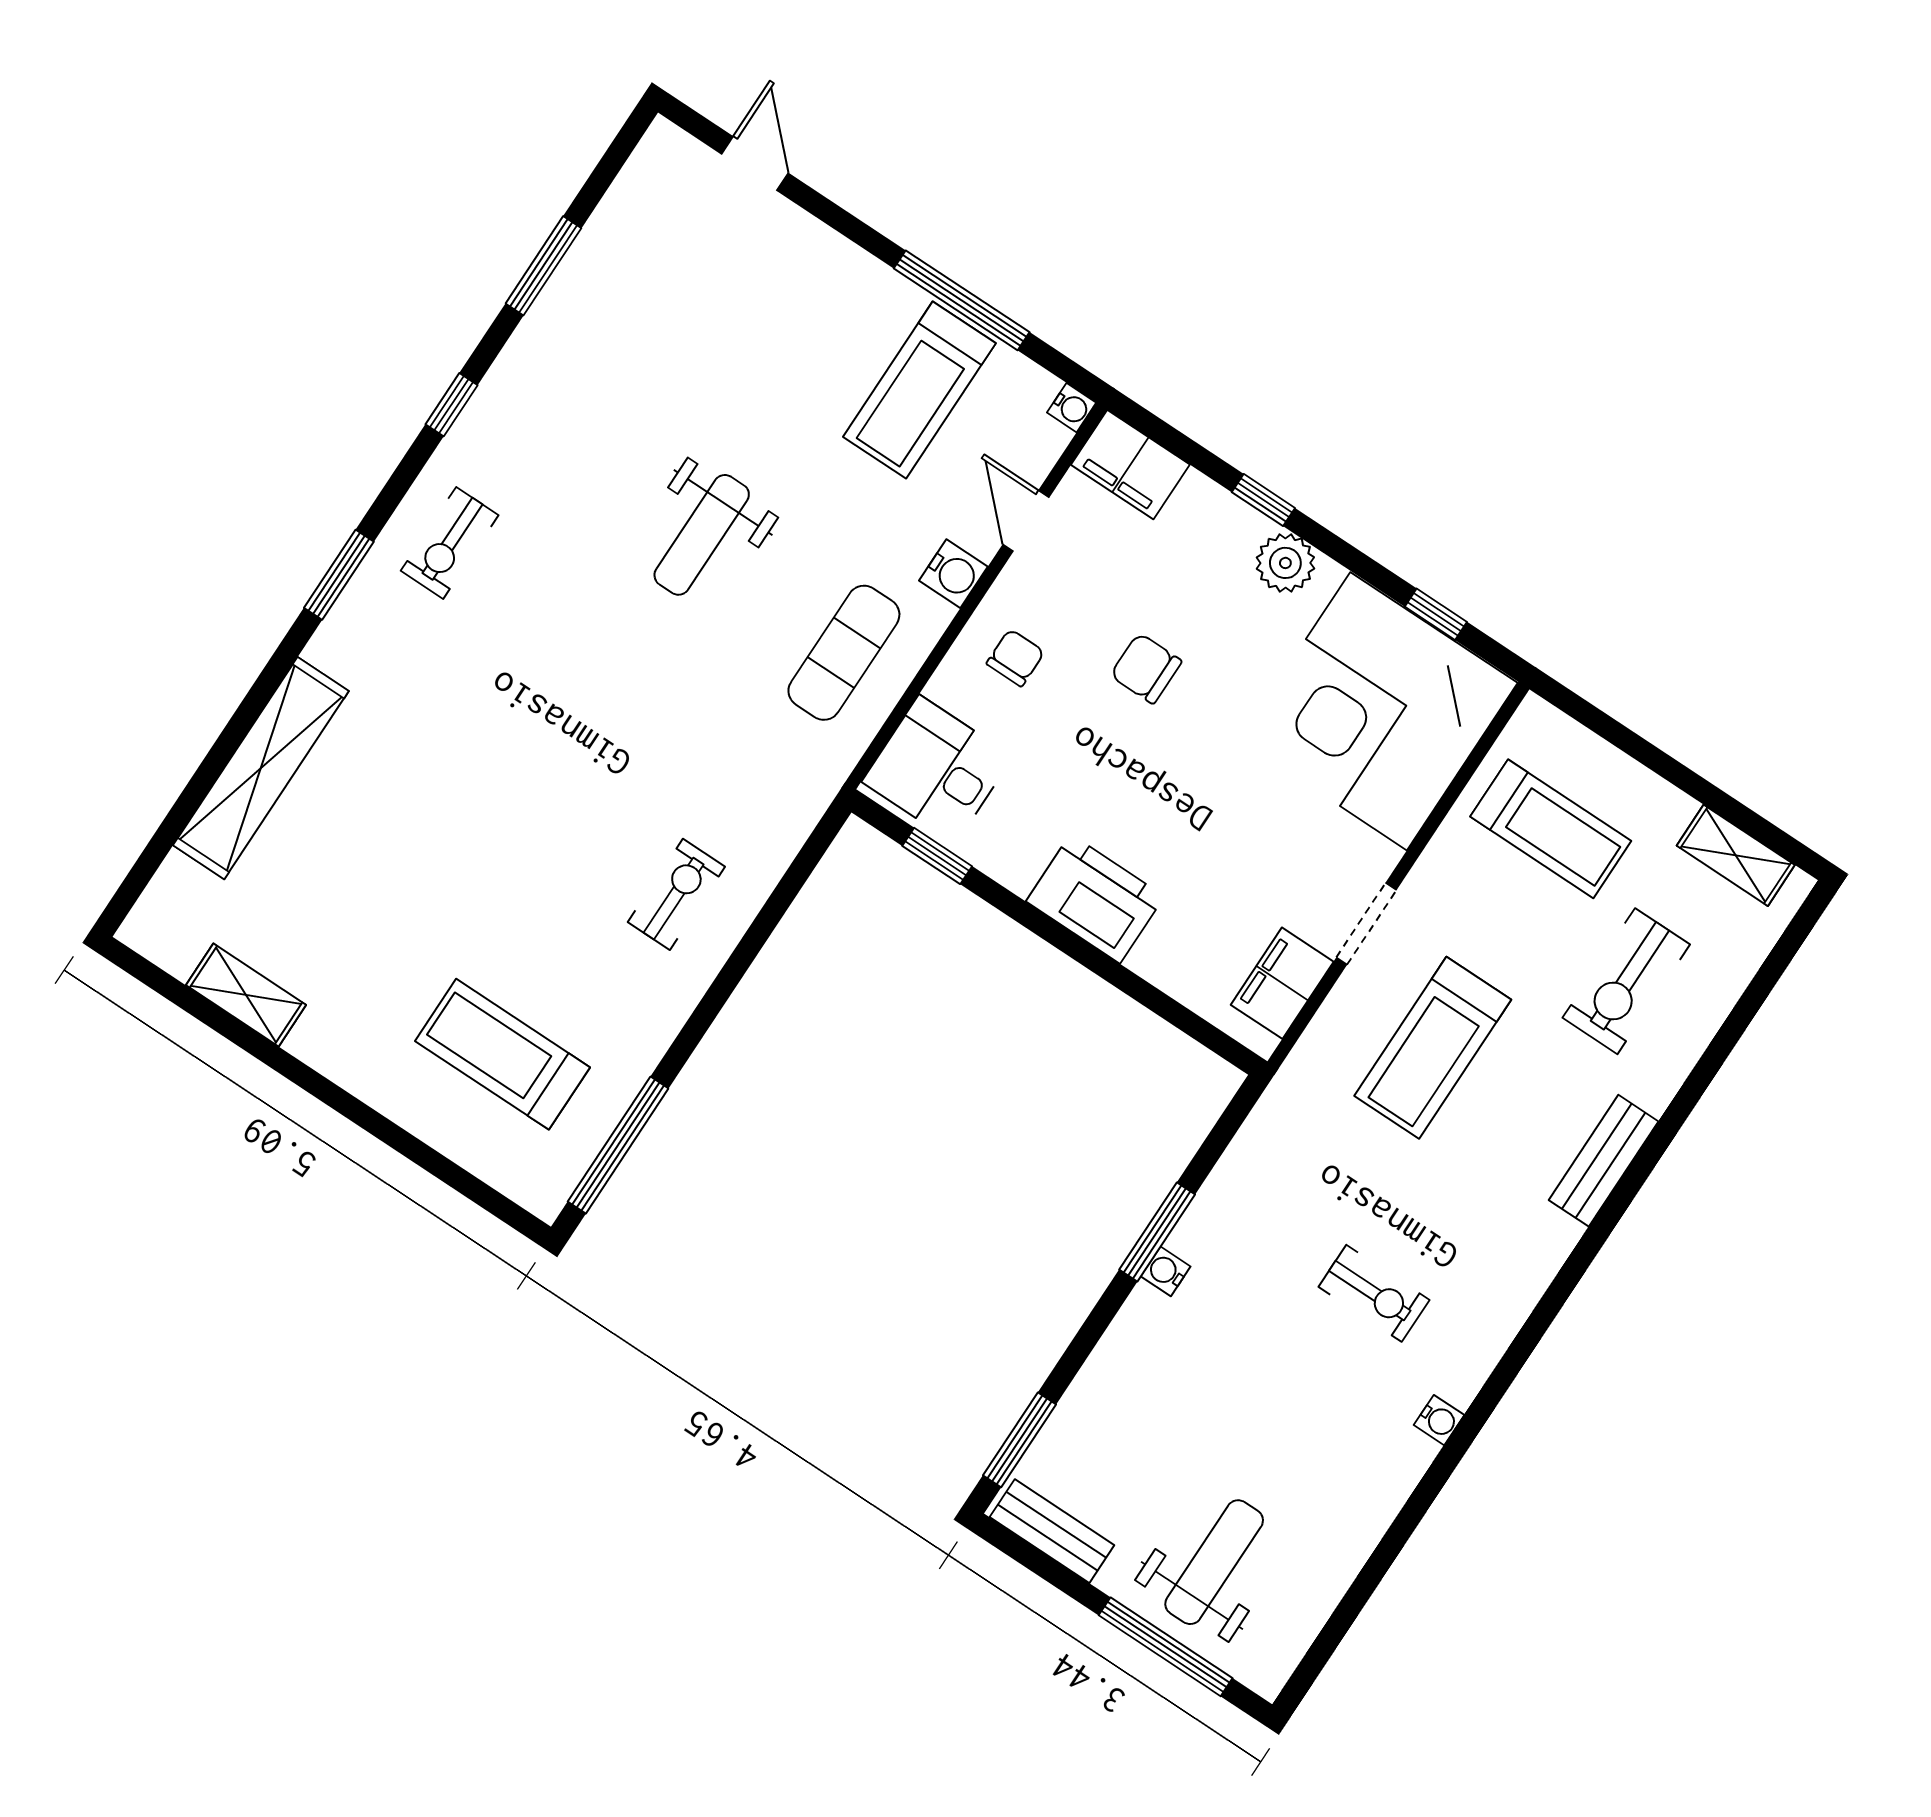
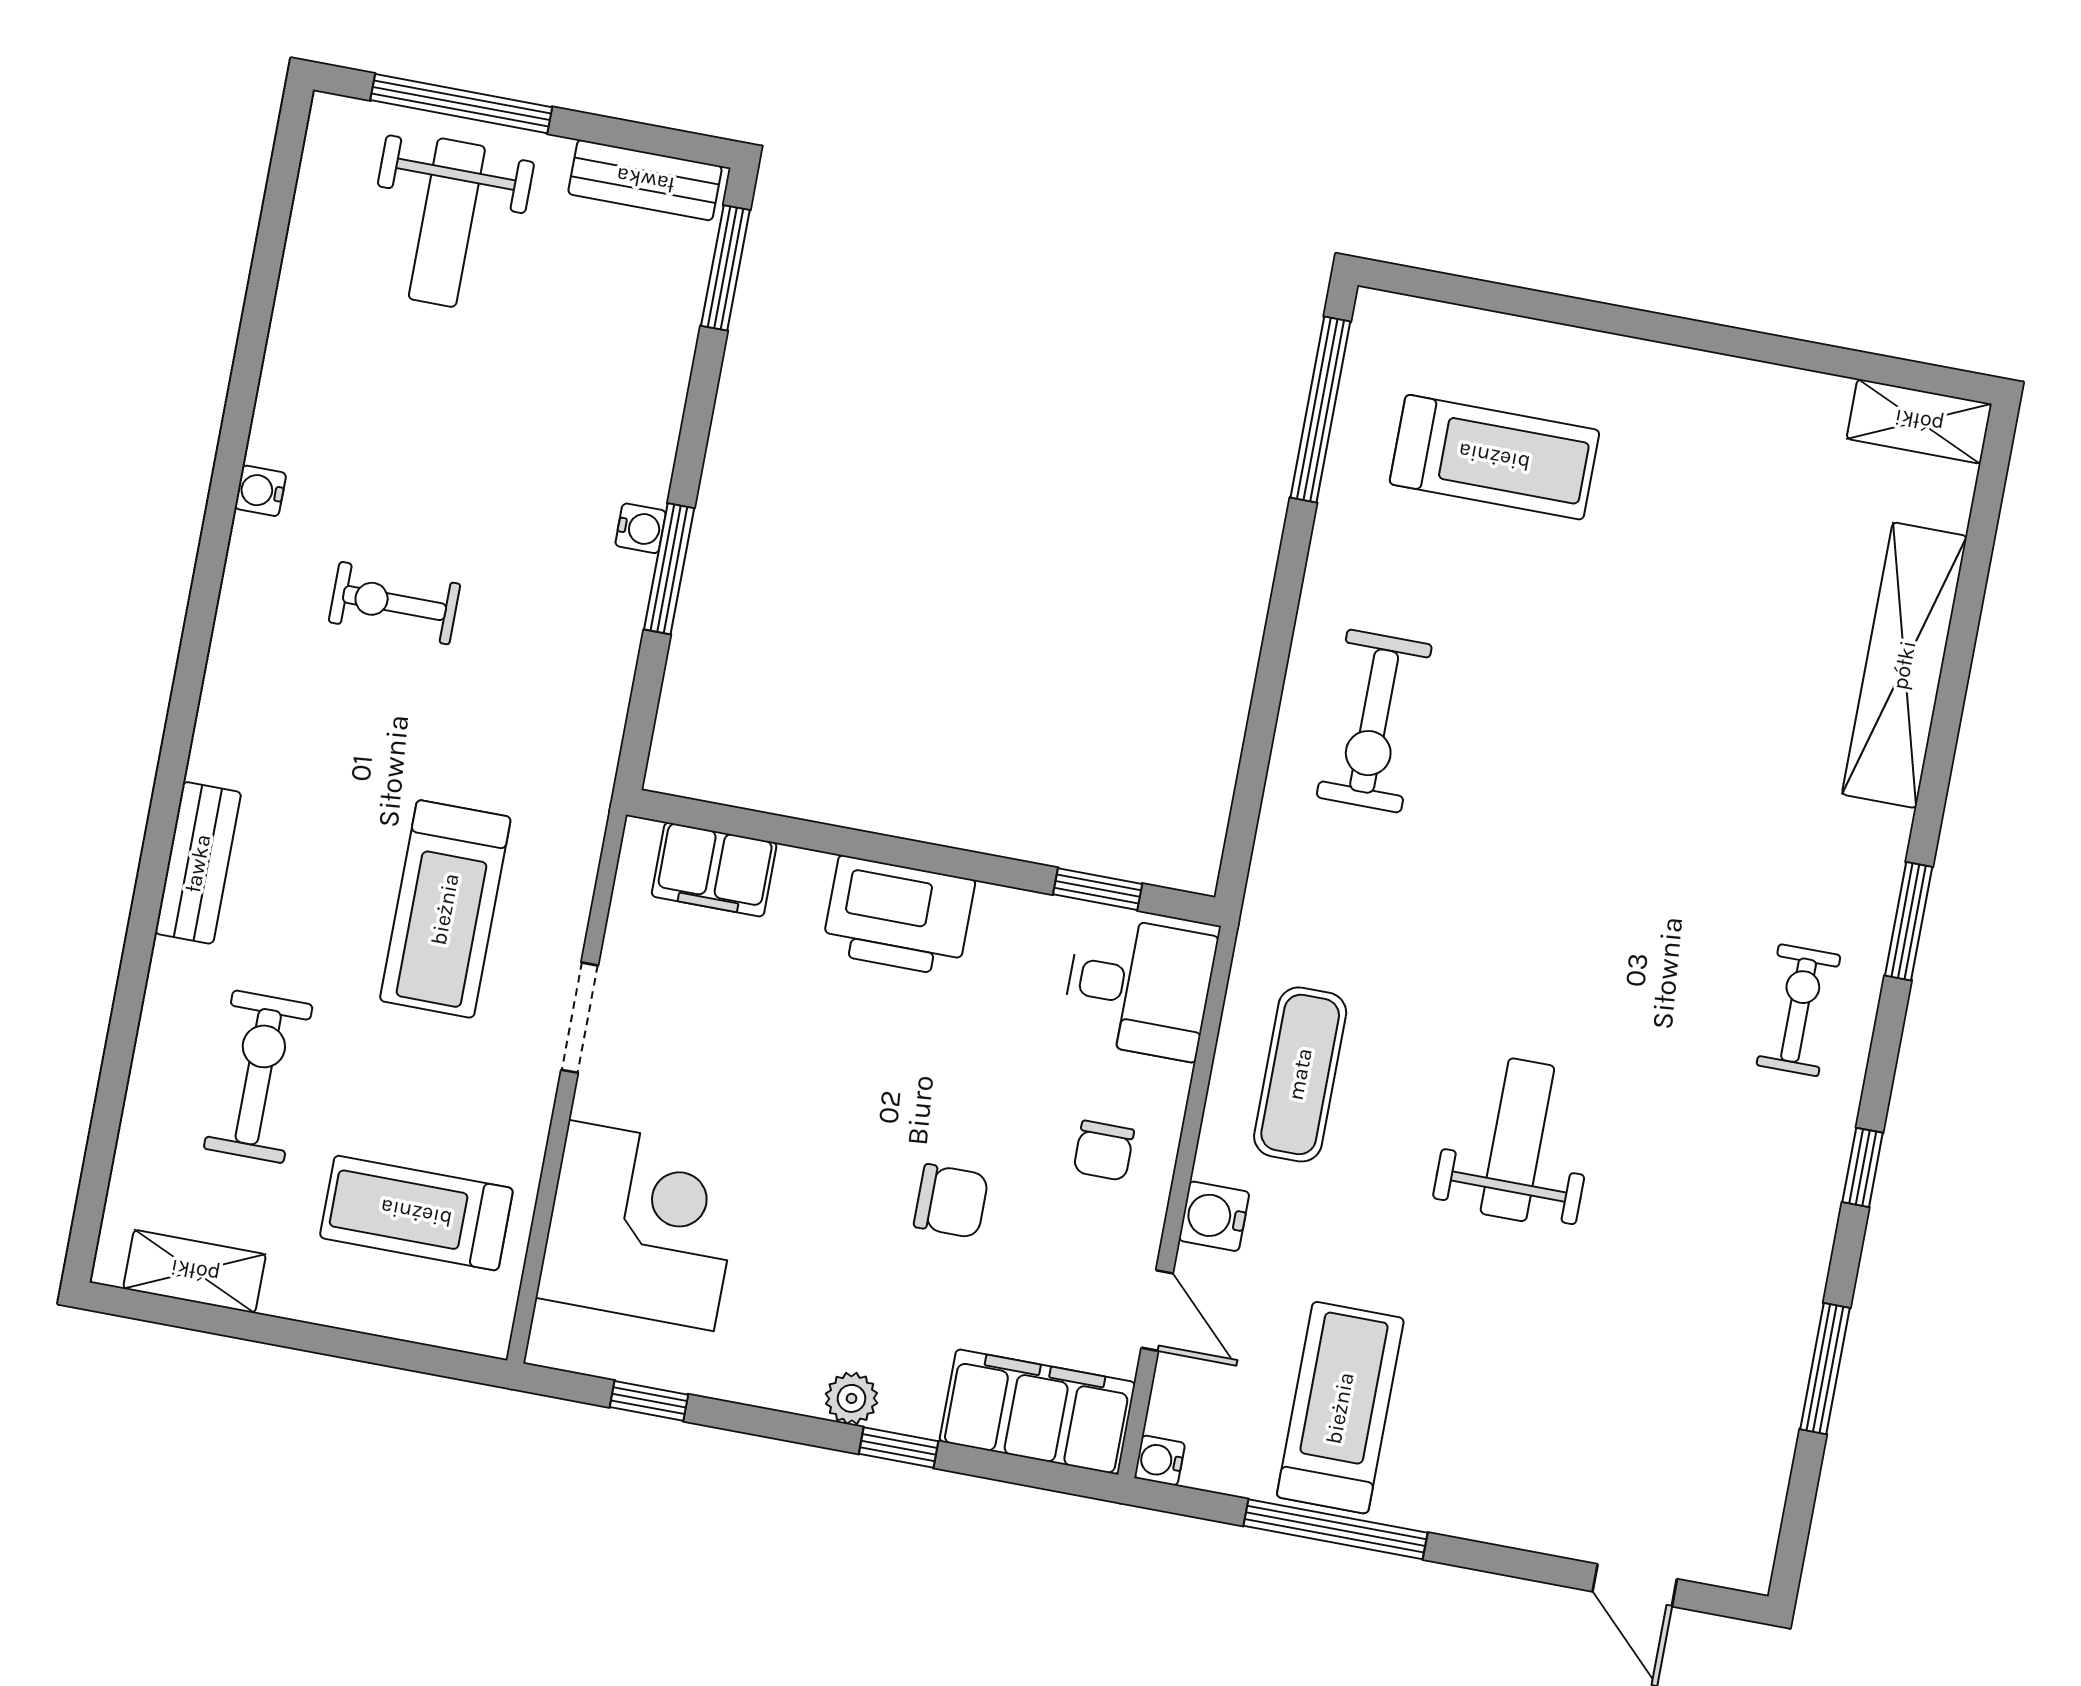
filing cabinet: (1130, 465) -> (1037, 1412), width x1.50, depth x1.17
plant: (1285, 563) -> (852, 1398), width x0.73, depth x0.73
corner desk: (1379, 711) -> (641, 1225), width x0.74, depth x0.74
exercise bike: (676, 894) -> (1374, 721), width x1.38, depth x1.39
filing cabinet: (1282, 983) -> (714, 870), moved, turned 90
shelving: (246, 995) -> (1919, 421), moved
treadmill: (1433, 1048) -> (445, 909), turned 180

